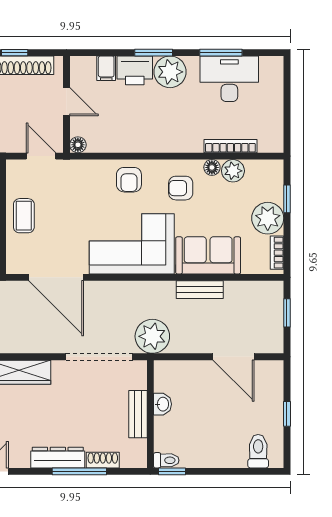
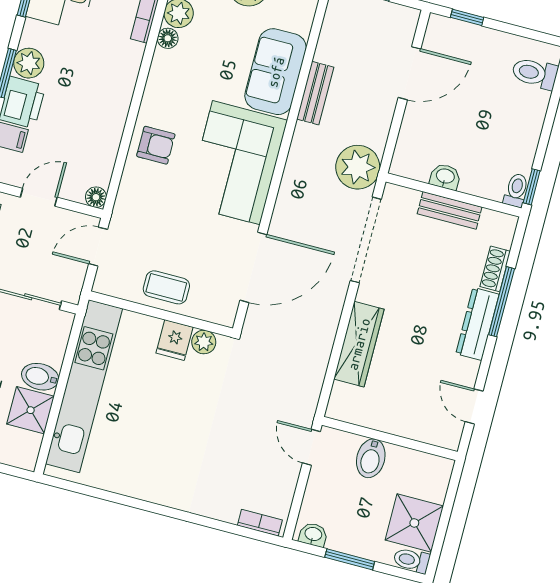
plant: (170, 72) -> (29, 63), width x0.73, depth x0.73
armchair: (181, 188) -> (183, 84), removed
window: (287, 414) -> (467, 17), moved

